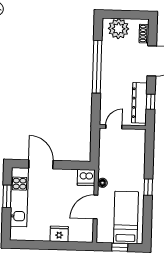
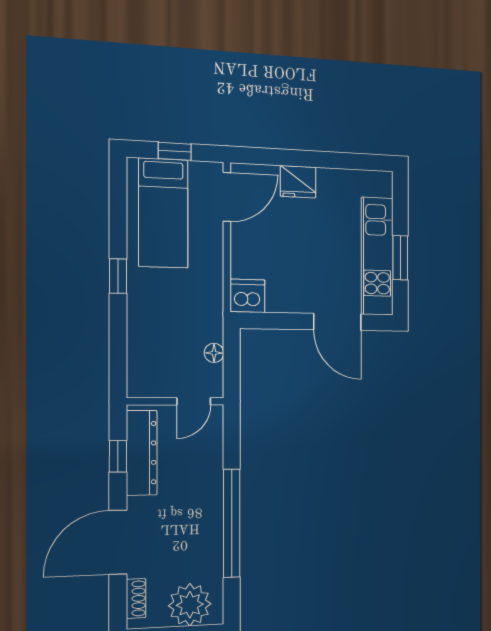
floor lamp: (102, 183) -> (214, 353), moved
door: (95, 207) -> (227, 197), moved

